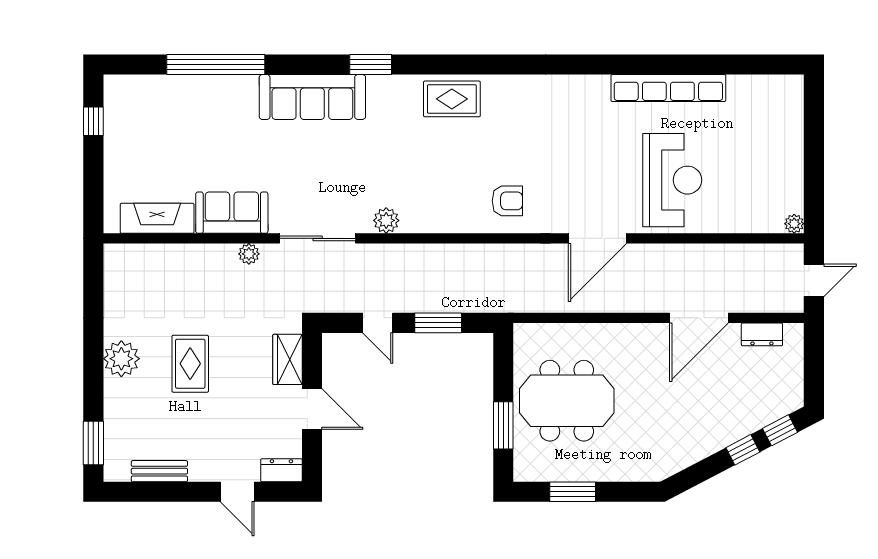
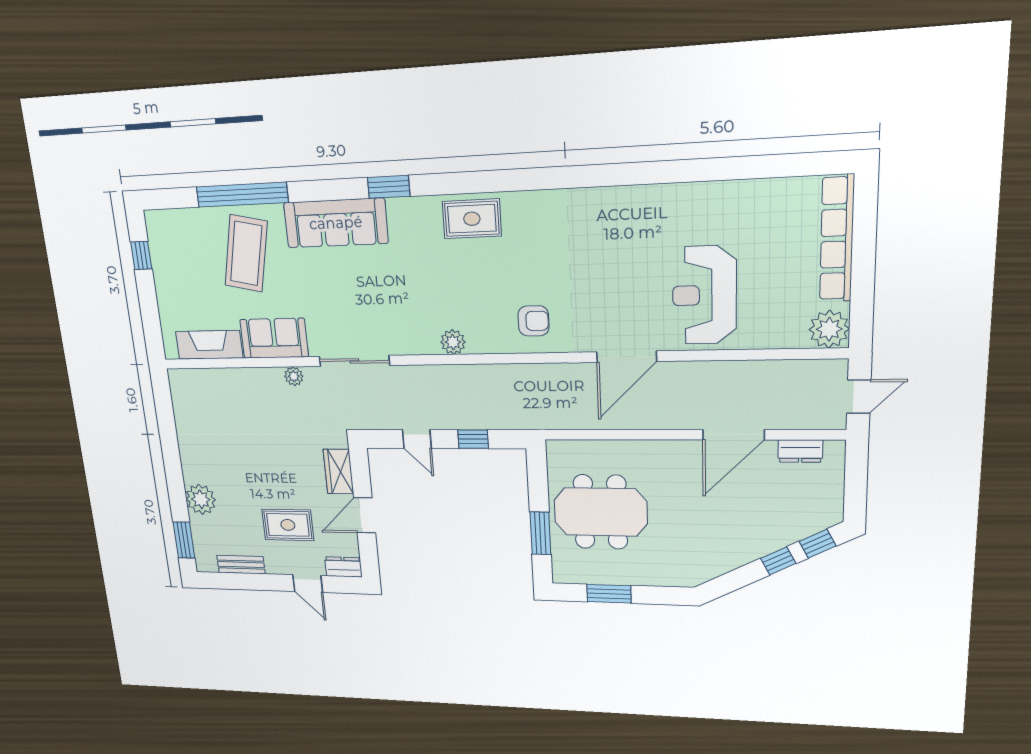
row of seats: (668, 88) -> (837, 239), moved, turned 90
coffee table: (212, 124) -> (246, 253), added
reception desk: (672, 180) -> (704, 295), turned 180
plant: (386, 220) -> (453, 342), moved
plant: (794, 224) -> (829, 329), width x1.88, depth x1.88
window: (438, 323) -> (473, 439), width x0.67
plant: (121, 359) -> (201, 499), moved
rug: (190, 364) -> (288, 525), moved, turned 90
door: (312, 409) -> (365, 515), swing flipped

